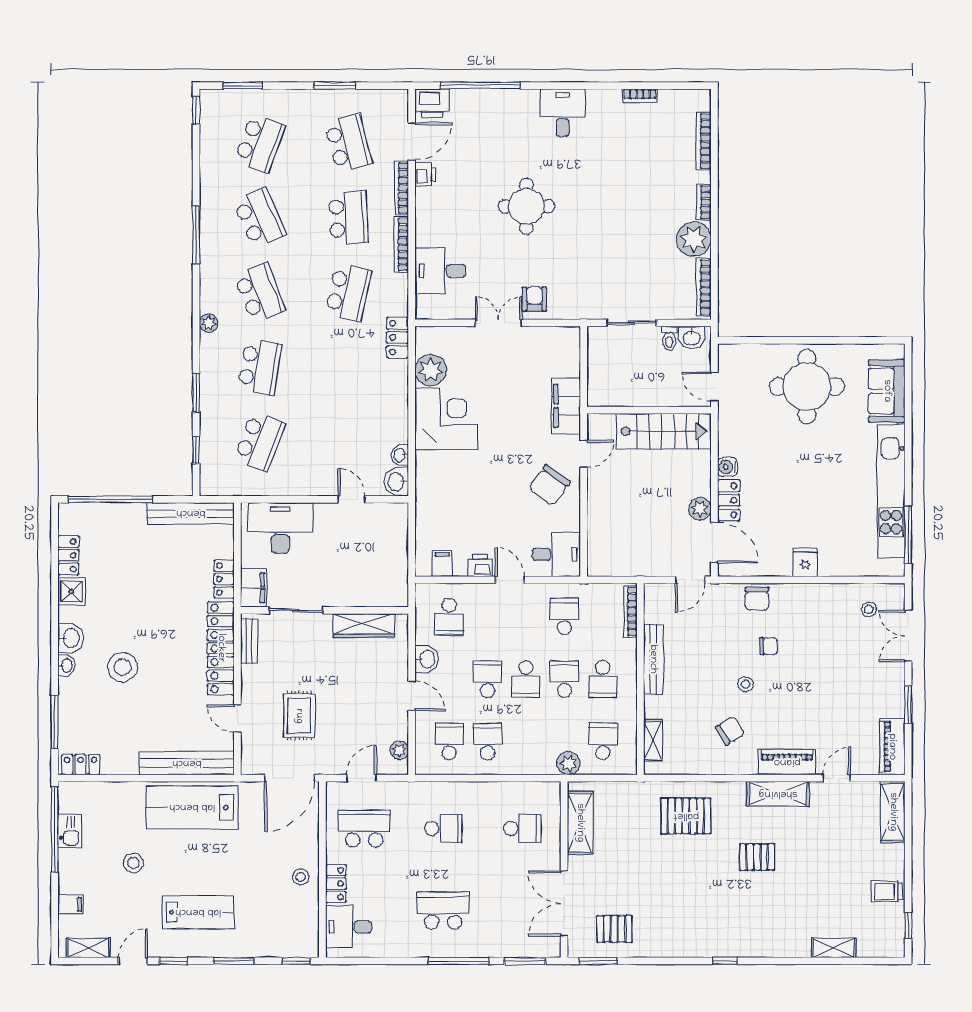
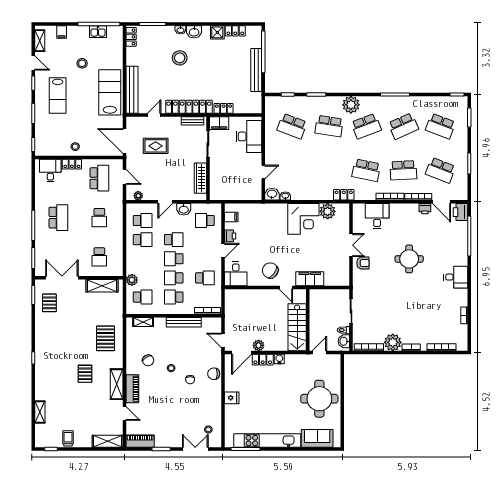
school desk: (348, 143) -> (440, 170), turned 36
plant: (209, 323) -> (351, 105), width x1.87, depth x1.87
bench: (191, 513) -> (256, 70), moved
school desk: (564, 679) -> (174, 278), turned 180

